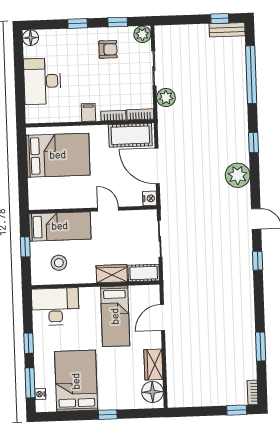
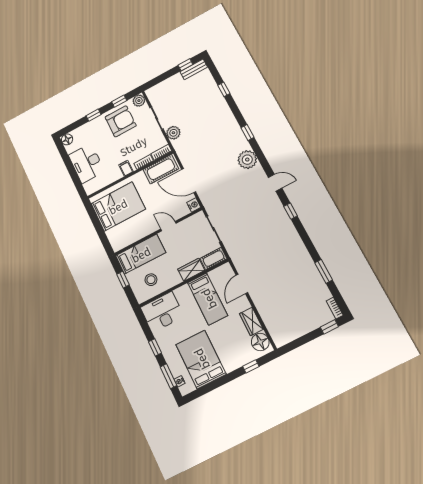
armchair: (108, 49) -> (121, 121), width x1.88, depth x1.88
window: (251, 75) -> (224, 89), width x0.32
window: (108, 415) -> (251, 366), moved

